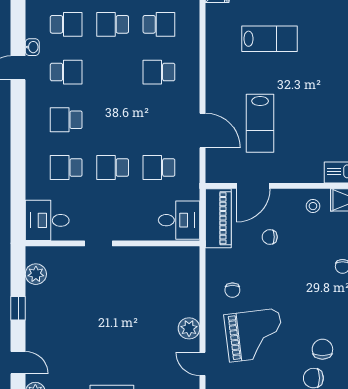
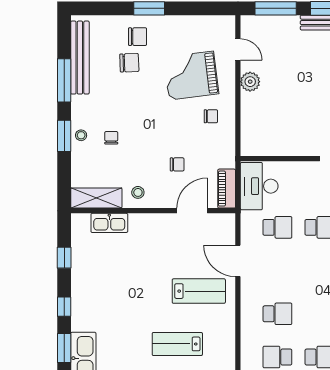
lab bench: (260, 123) -> (199, 291), moved, turned 90
piano: (218, 218) -> (227, 189), width x0.73, depth x0.75
desk: (179, 220) -> (259, 186), width x1.37
chair: (232, 290) -> (211, 116), turned 90
chair: (322, 349) -> (129, 63), turned -92

